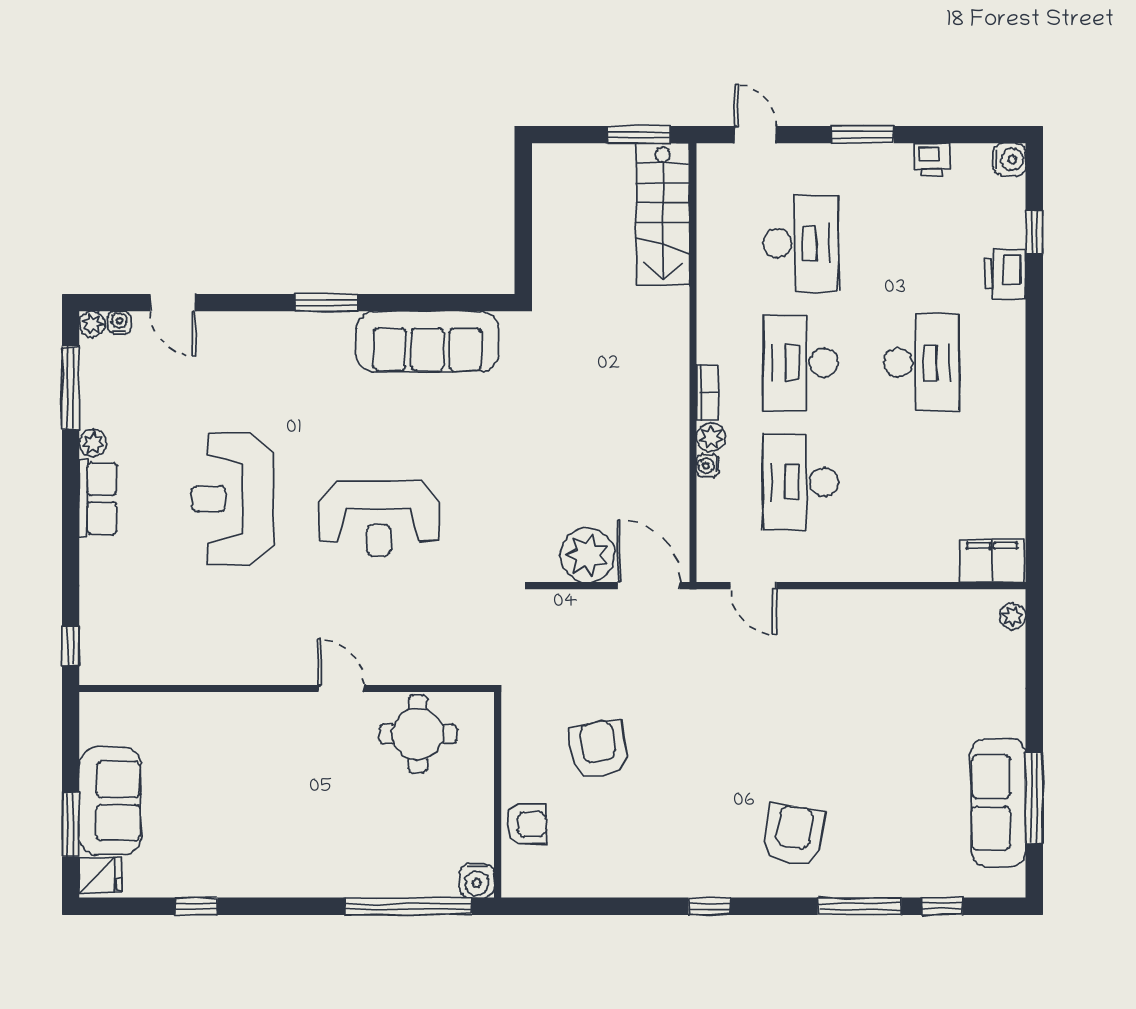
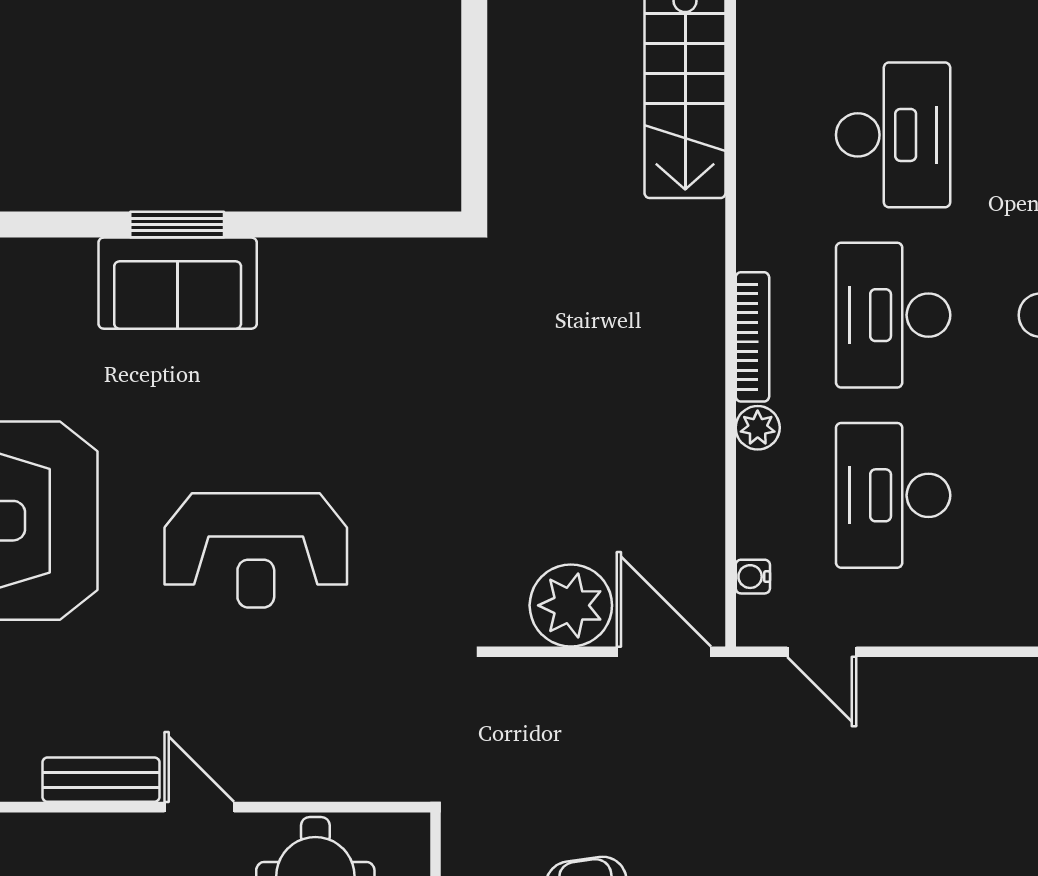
sofa: (427, 341) -> (178, 283), moved, width x0.73
bookcase: (707, 393) -> (752, 337), width x1.56
water cooler: (708, 466) -> (753, 577), moved
bench: (276, 670) -> (101, 780), added

